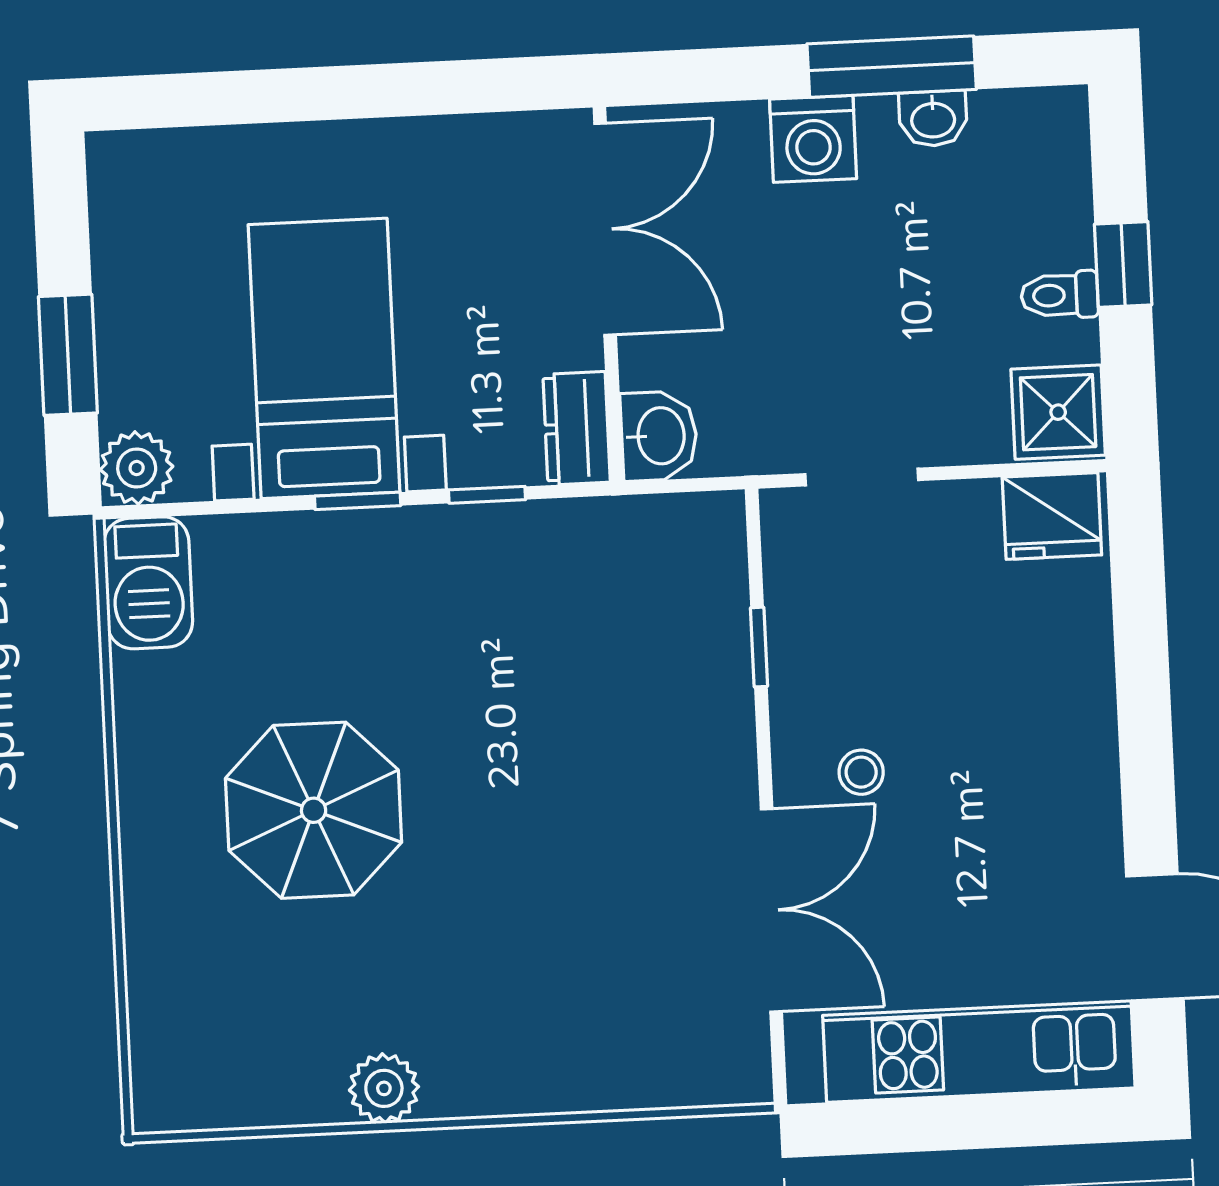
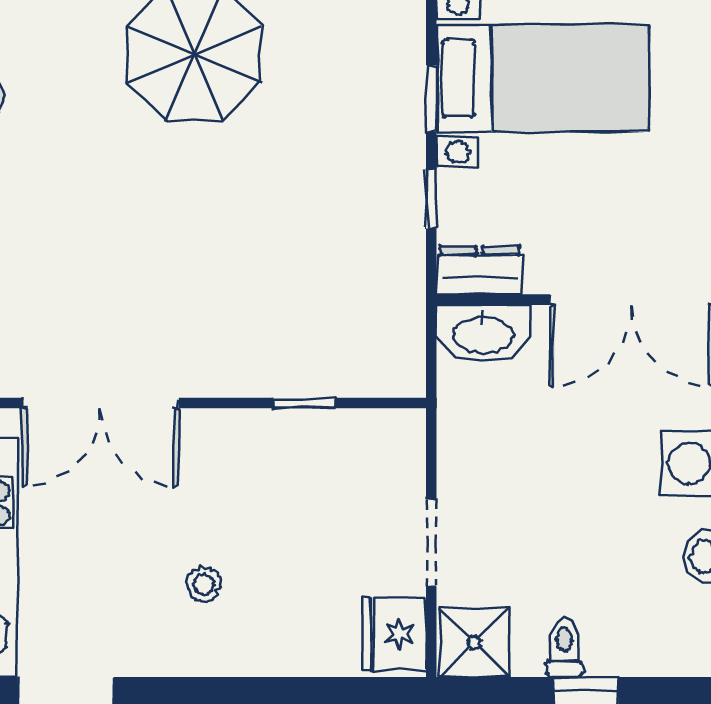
washbasin: (659, 436) -> (484, 334), width x1.38
doorway: (862, 477) -> (431, 543), moved
stool: (861, 772) -> (204, 585), moved

